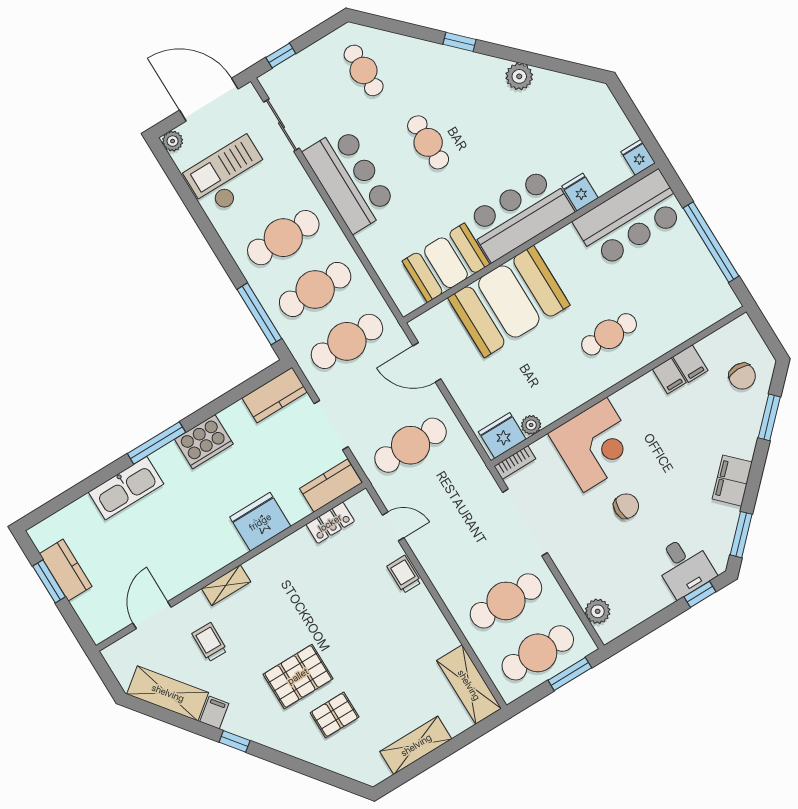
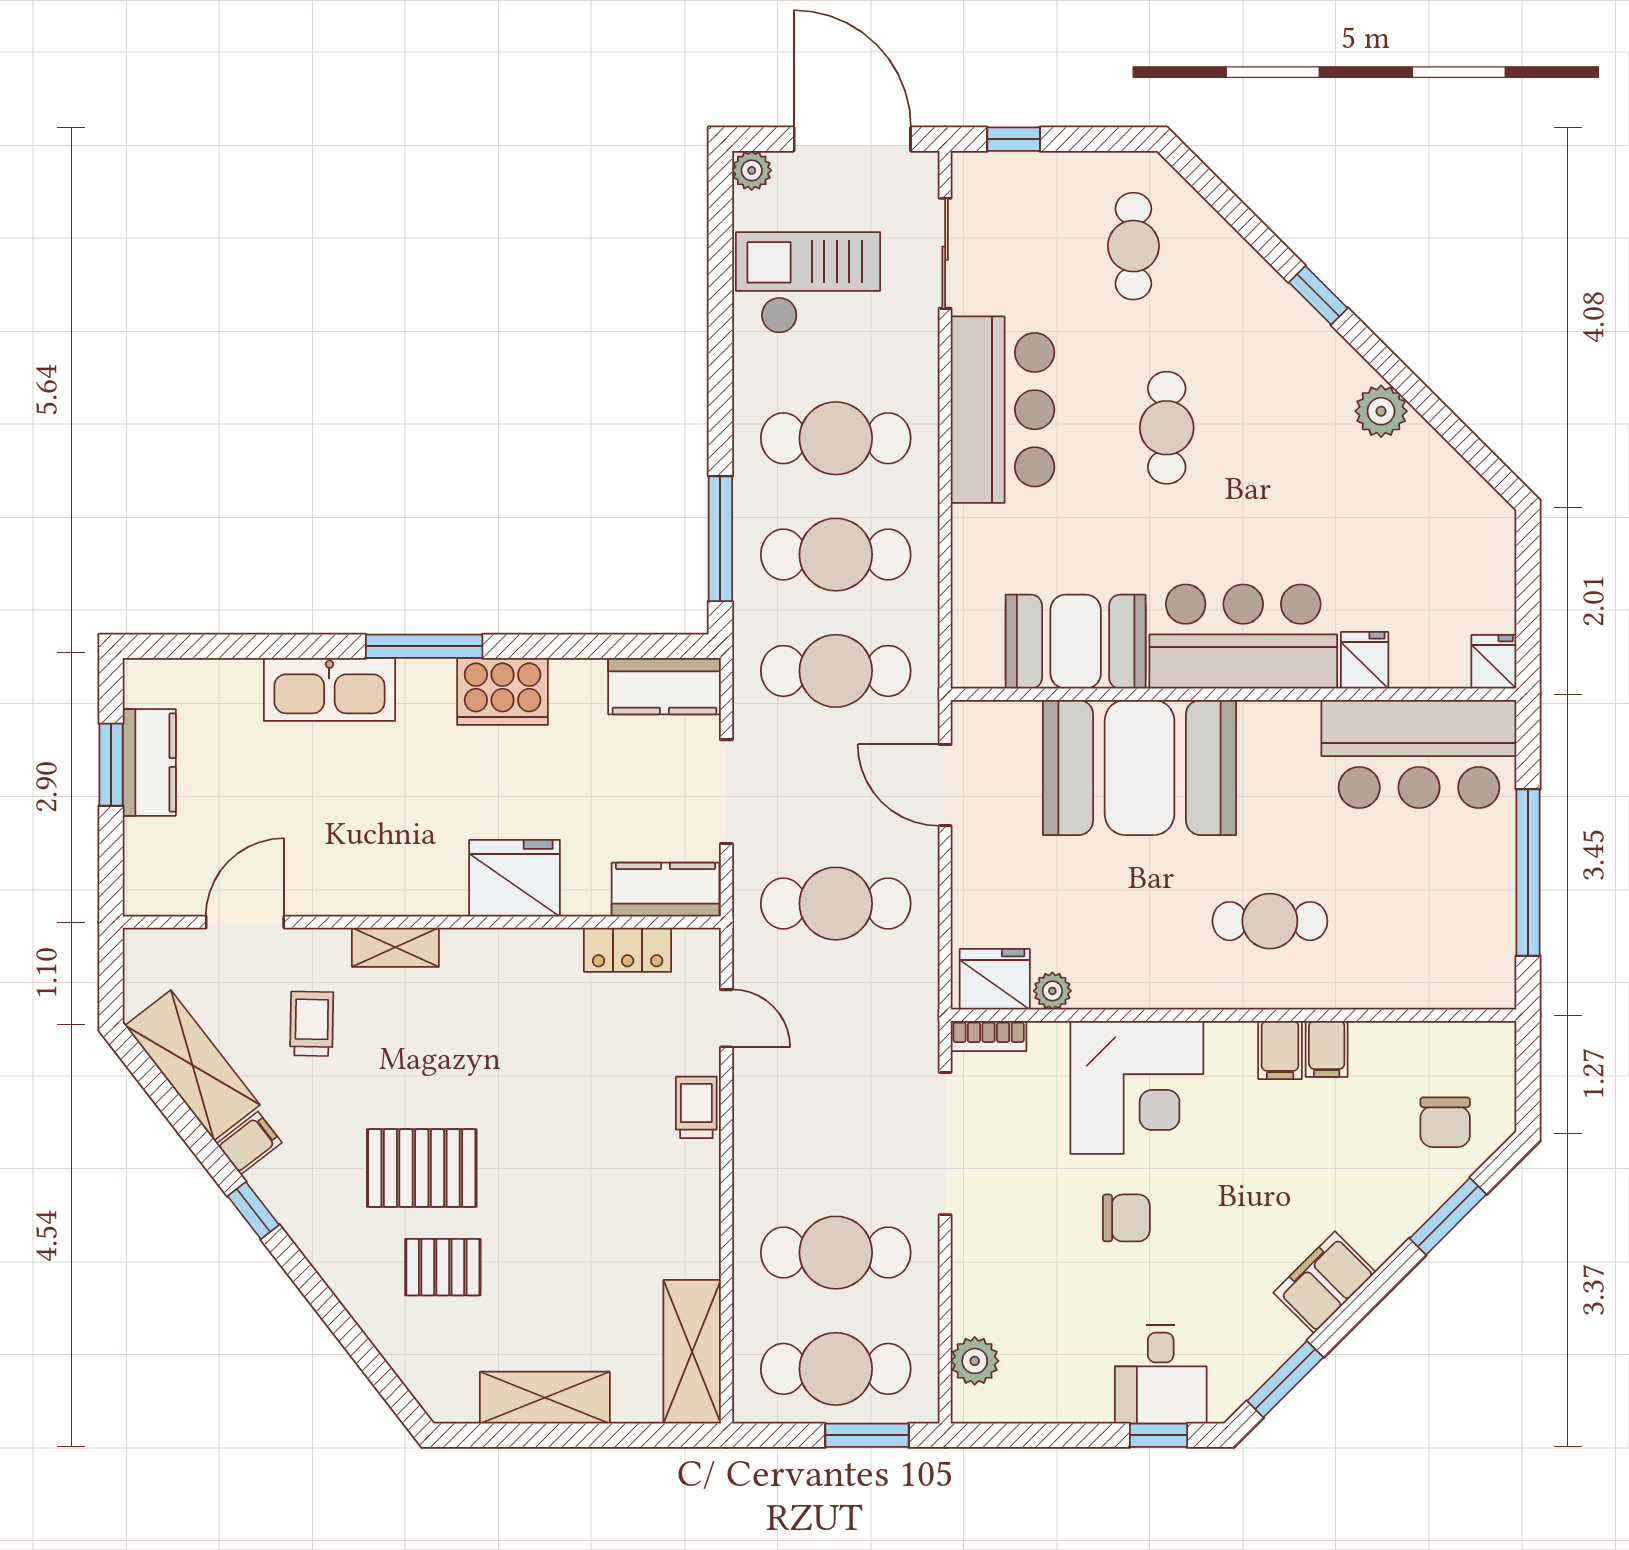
filing cabinet: (690, 364) -> (1280, 1050), moved

